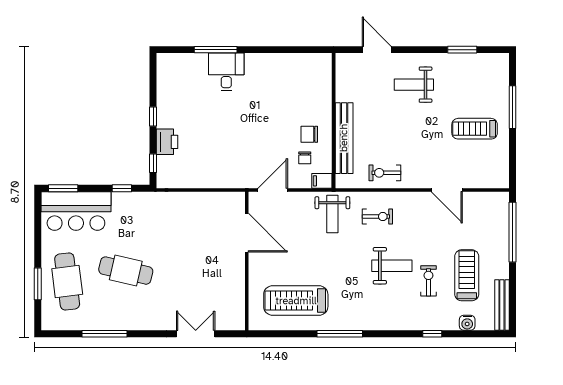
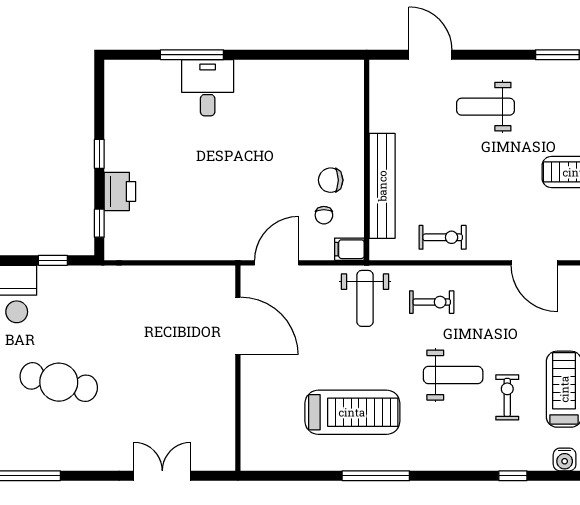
exercise bike: (385, 173) -> (443, 237), turned 180
treadmill: (296, 301) -> (352, 412), moved, turned 180

